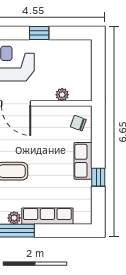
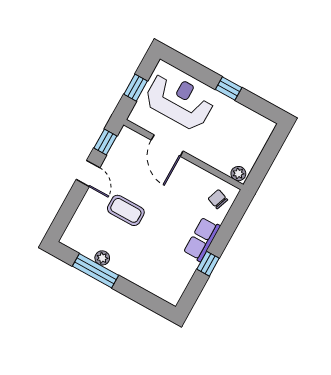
plant: (62, 95) -> (238, 174), moved
row of seats: (47, 216) -> (136, 274), removed

